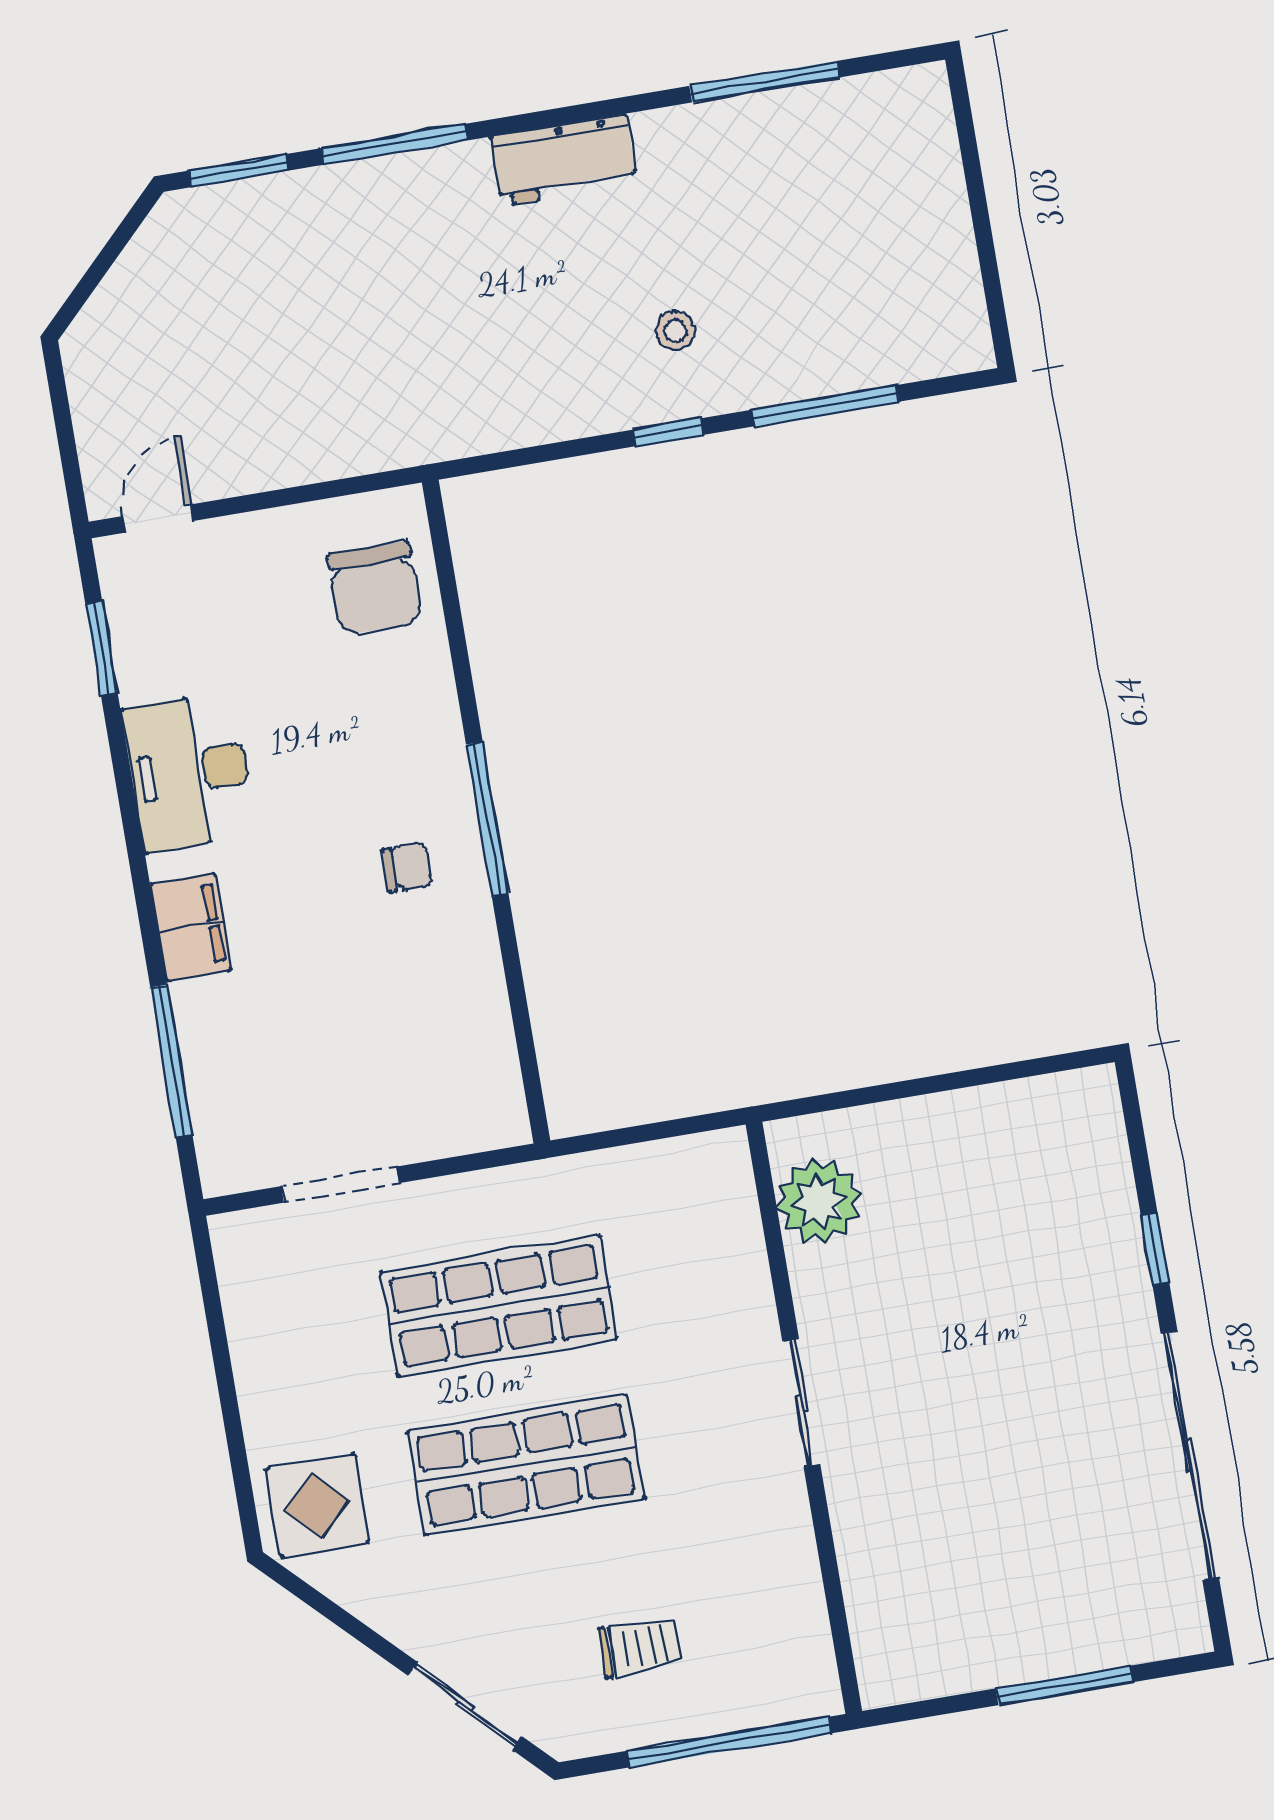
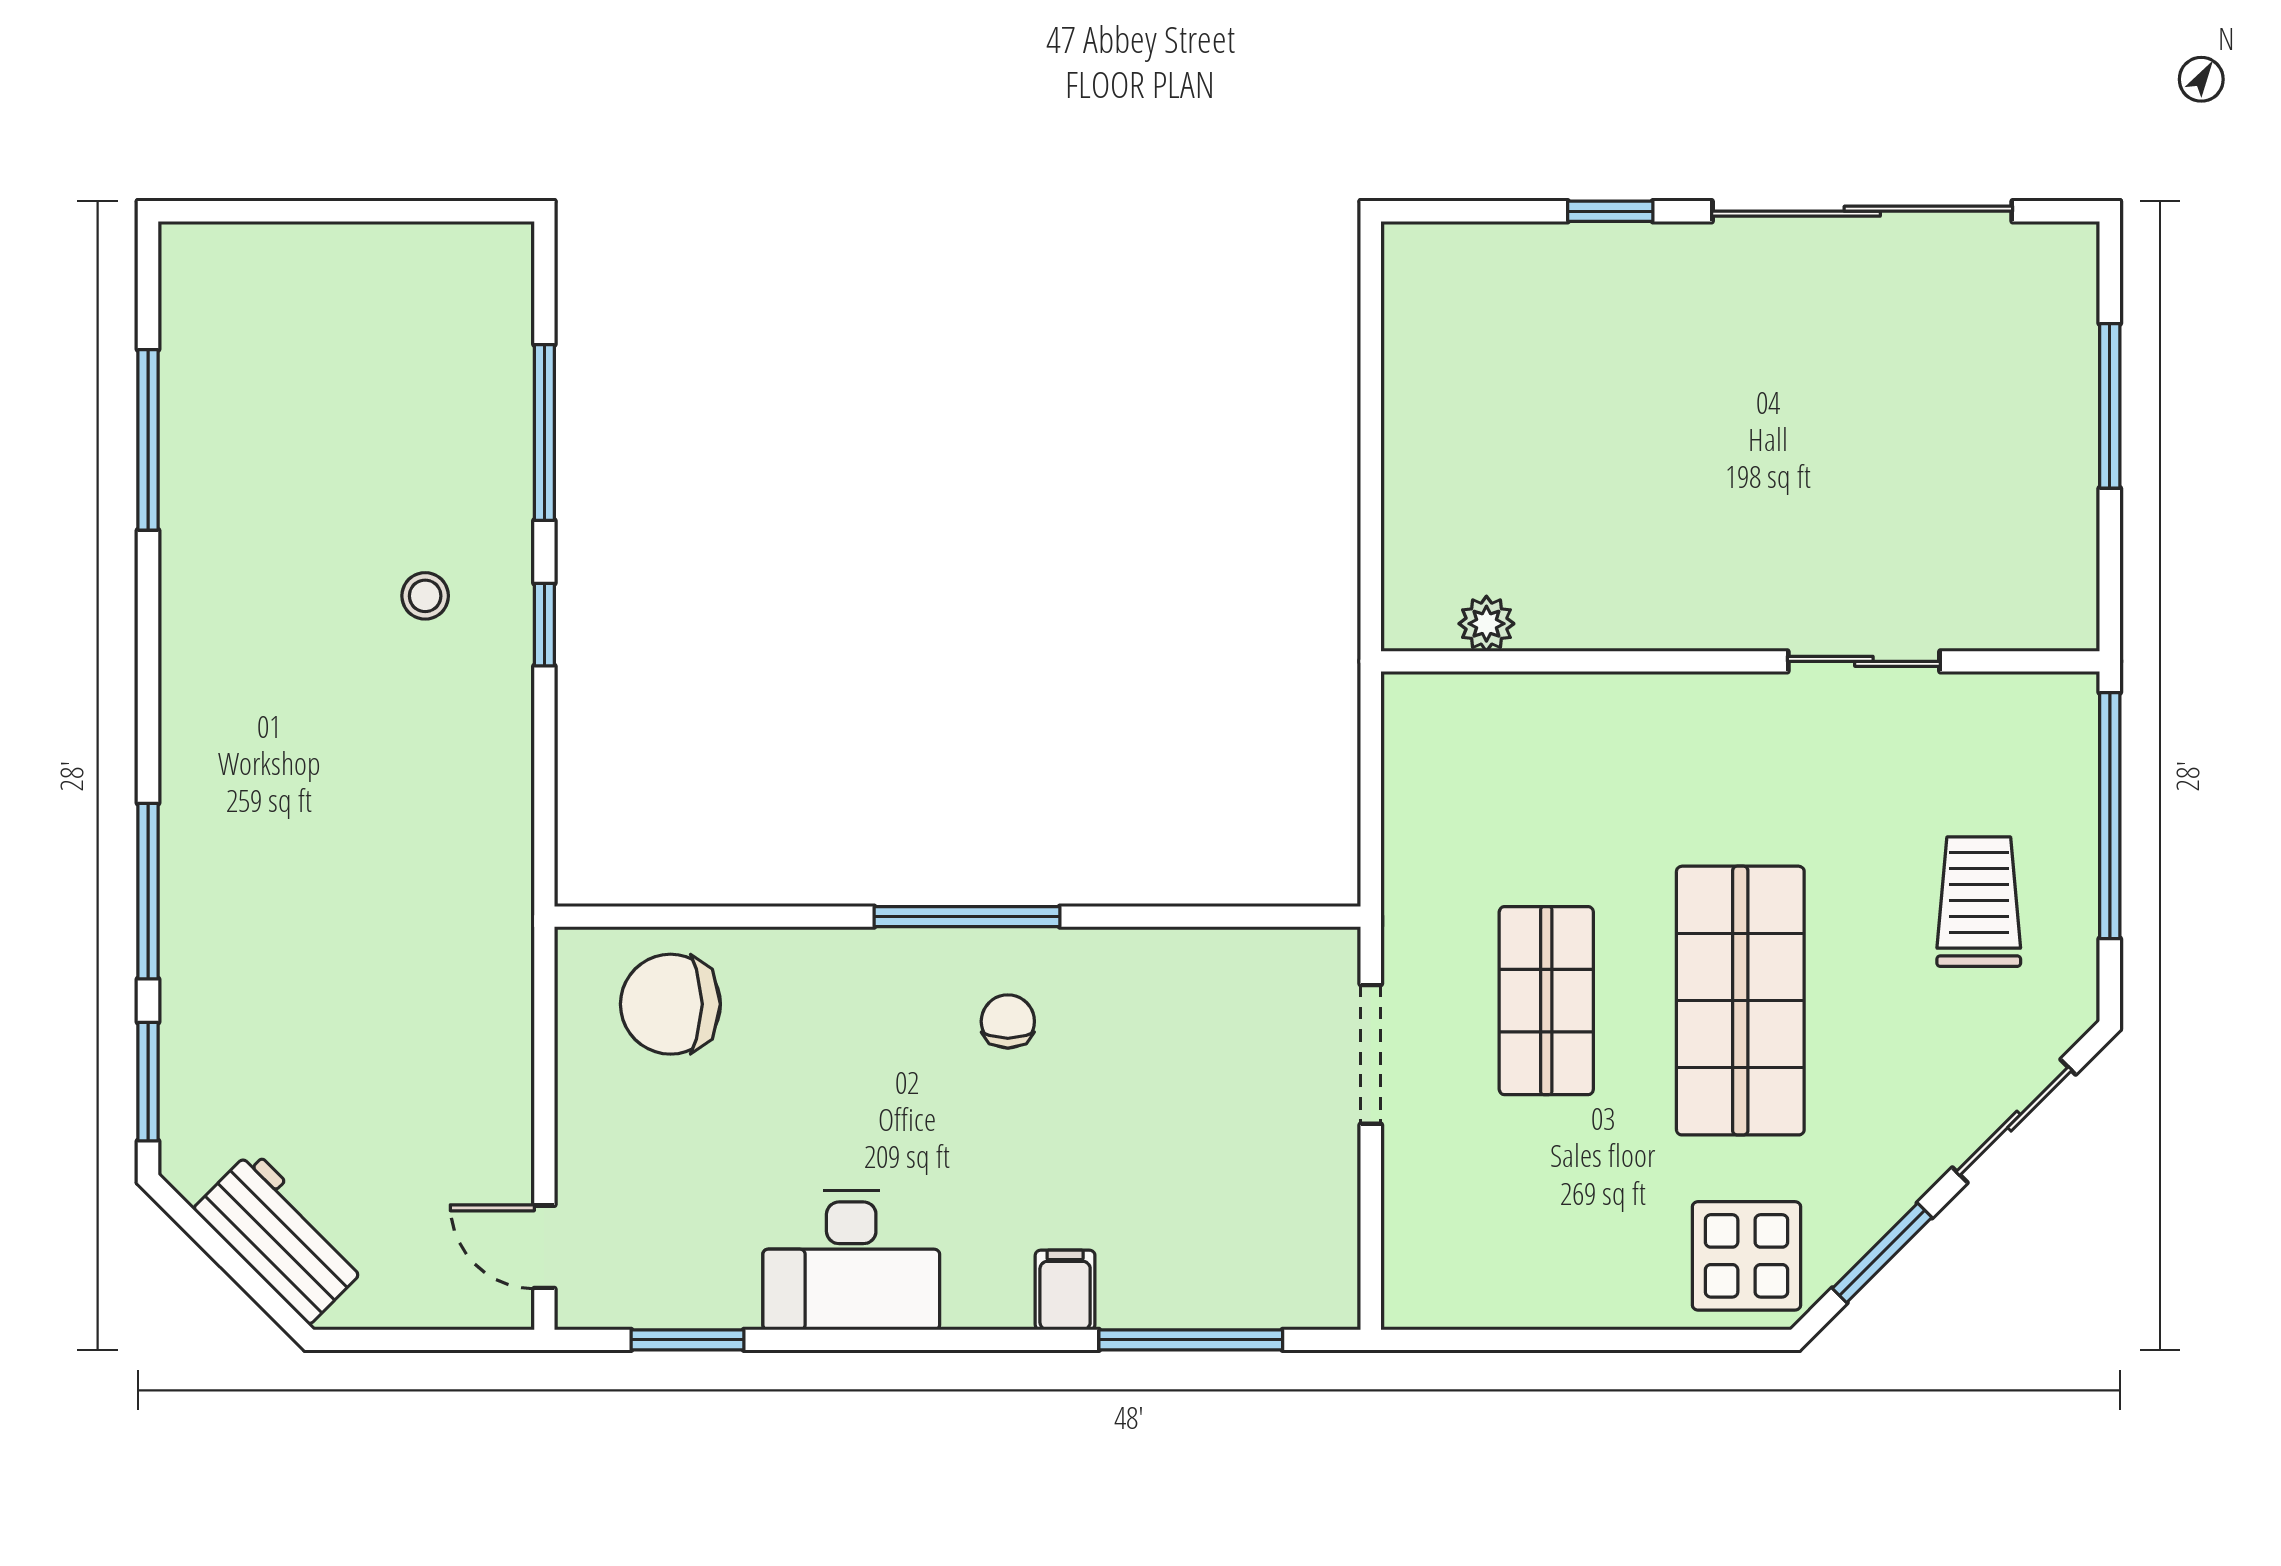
workbench: (564, 160) -> (281, 1237), moved, turned -45
chair: (374, 588) -> (670, 1004), turned 180
filing cabinet: (191, 927) -> (1065, 1290), width x0.50
doorway: (340, 1185) -> (1371, 1054), moved
plant: (819, 1201) -> (1486, 624), width x0.53, depth x0.53
shop shelf: (499, 1306) -> (1546, 1001), width x0.70, depth x0.74
sliding door: (801, 1403) -> (1864, 661), moved
window: (339, 1616) -> (1882, 1253), added
trolley: (640, 1647) -> (1979, 902), width x1.36, depth x1.39

